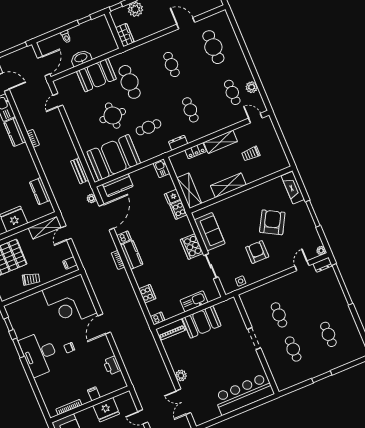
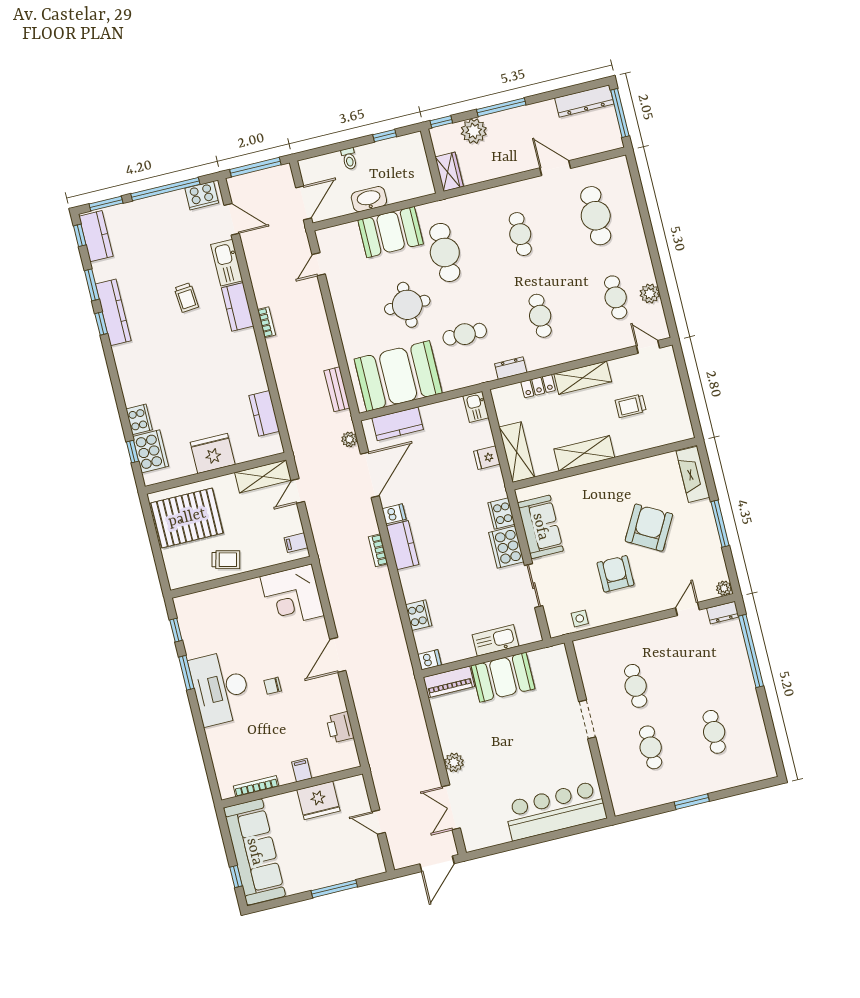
cooker: (178, 210) -> (501, 514), moved
corner desk: (70, 301) -> (292, 596), width x0.74, depth x0.74

